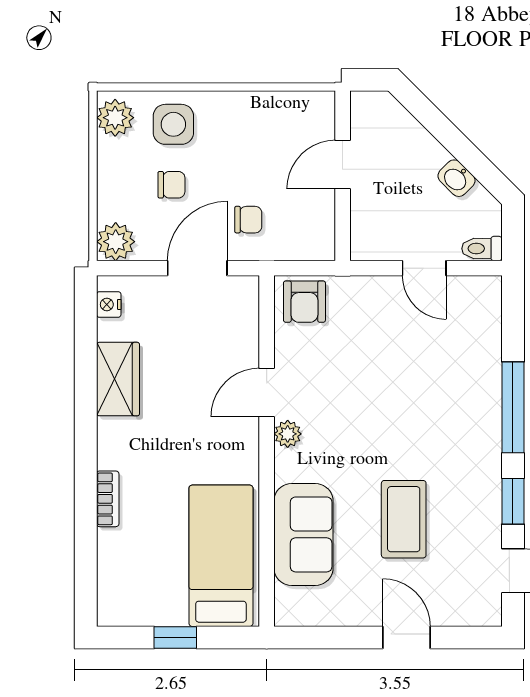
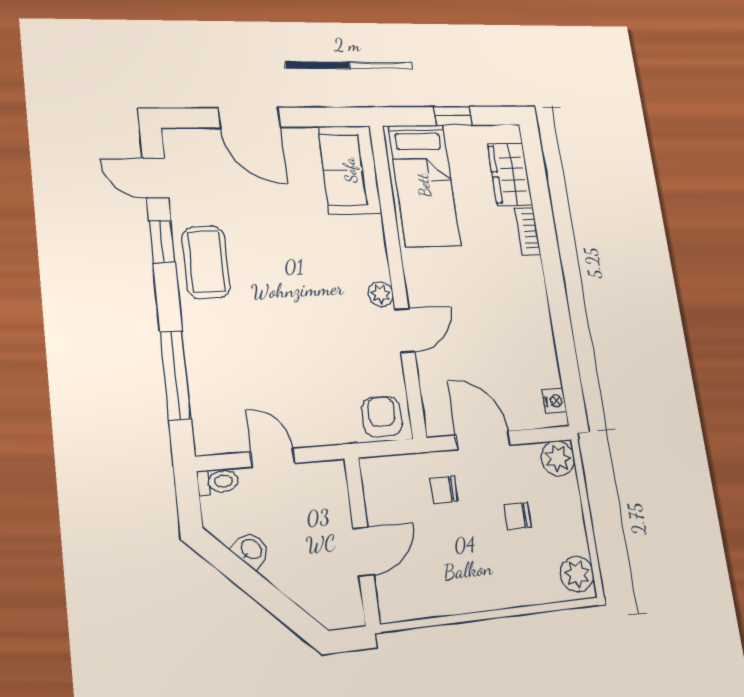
side table: (173, 124) -> (525, 574), removed
door: (197, 268) -> (483, 440), swing flipped
wardrobe: (118, 379) -> (510, 174), moved
window: (513, 407) -> (176, 375), moved
coffee table: (404, 519) -> (206, 262), moved
sofa: (303, 534) -> (350, 170), moved
door: (407, 637) -> (250, 117), width x1.38

